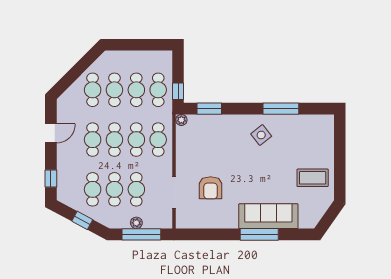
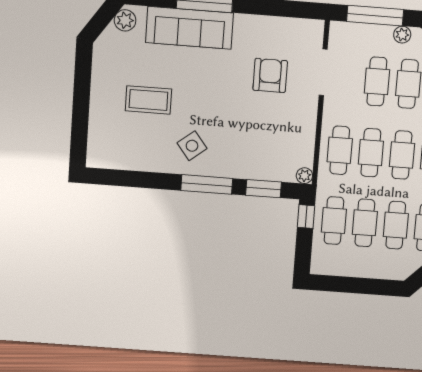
window: (281, 109) -> (207, 184), moved
coffee table: (313, 178) -> (148, 100), moved
plant: (313, 218) -> (125, 20), added
plant: (136, 223) -> (402, 35), moved

